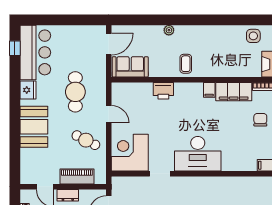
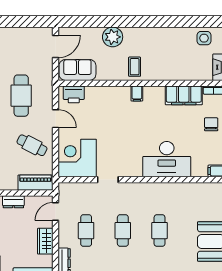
plant: (169, 30) -> (113, 37), width x1.87, depth x1.87
filing cabinet: (209, 90) -> (137, 94), moved
printer: (163, 91) -> (74, 94), moved
desk: (198, 154) -> (167, 159), moved
piano: (77, 177) -> (35, 183), moved

